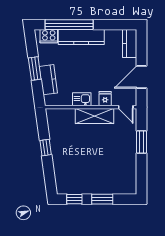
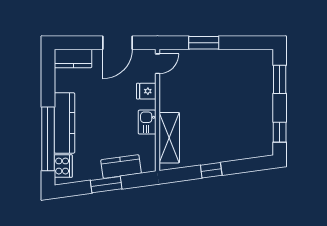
door: (141, 77) -> (118, 43), hinge flipped
shelving: (95, 116) -> (169, 138), moved
window: (102, 199) -> (280, 79), moved

